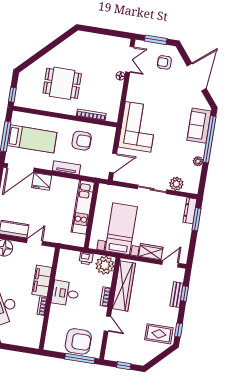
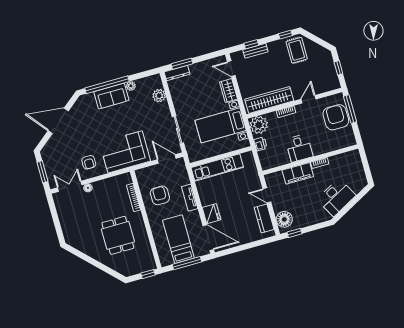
armchair: (164, 62) -> (89, 162), moved
sofa: (199, 126) -> (111, 96), moved
sliding door: (152, 189) -> (178, 130), moved

